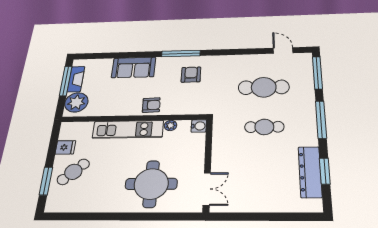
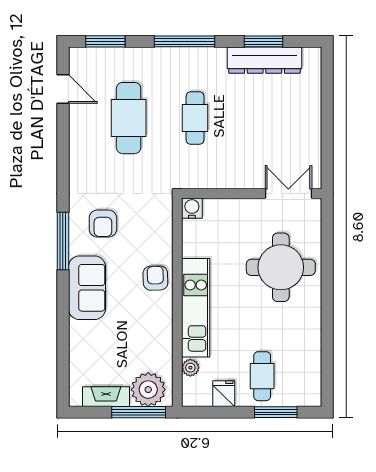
door: (283, 50) -> (63, 89), swing flipped
sofa: (134, 67) -> (87, 288), moved
window: (317, 73) -> (105, 41), width x0.69
armchair: (191, 75) -> (103, 224), turned -90
window: (66, 81) -> (139, 412), moved
plant: (170, 125) -> (190, 368), moved
cafe table: (73, 172) -> (262, 376), turned 43

